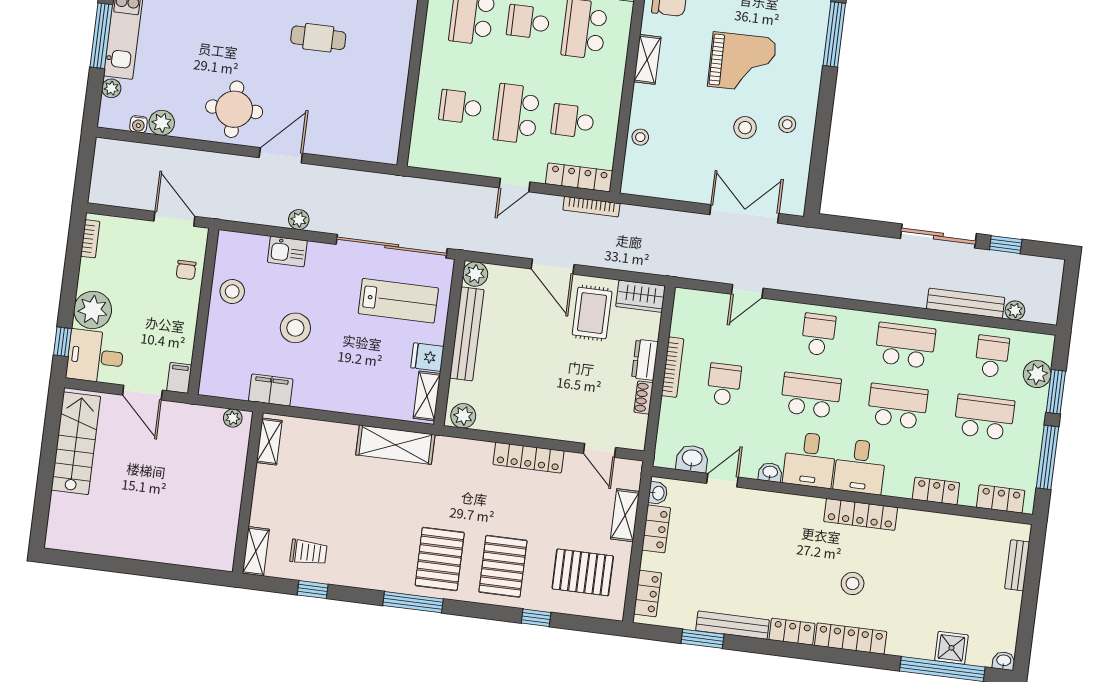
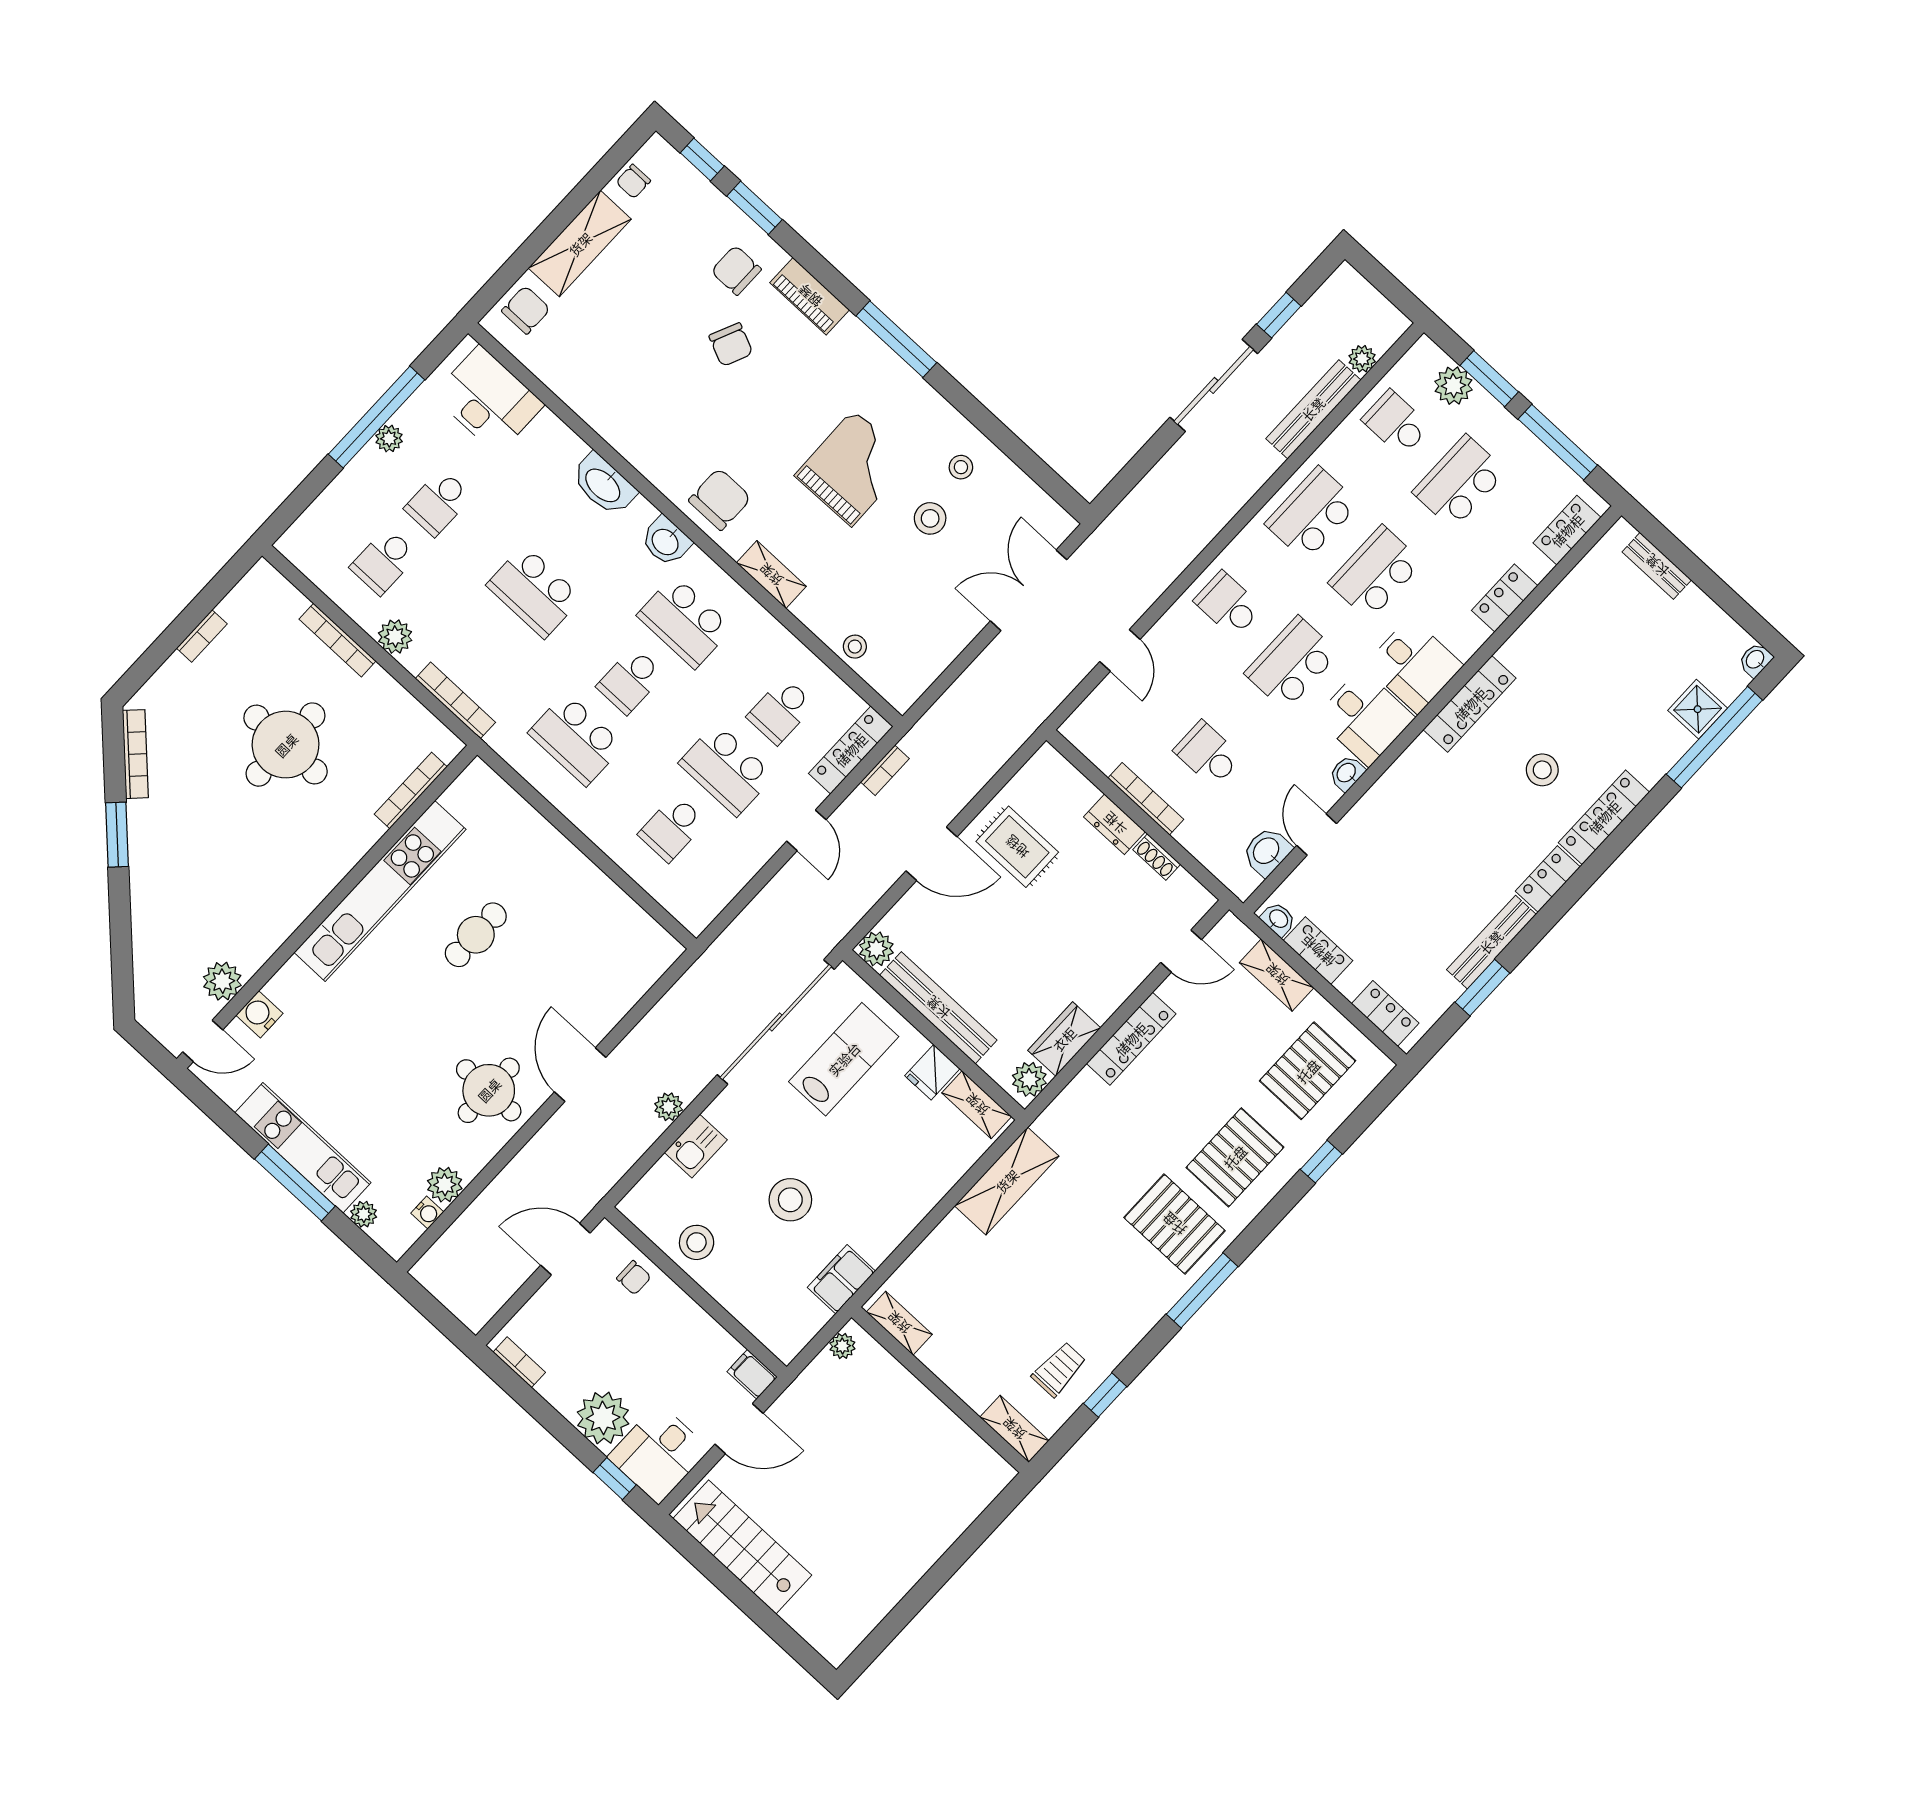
bookcase: (591, 207) -> (885, 770), width x0.64
wardrobe: (641, 296) -> (1064, 1039), moved, turned 180
pallet: (503, 566) -> (1235, 1157), turned 90

